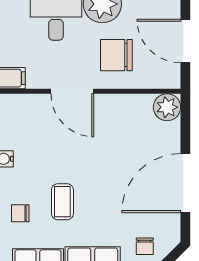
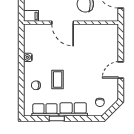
plant: (167, 107) -> (111, 31), removed
door: (185, 183) -> (121, 70), width x0.53

